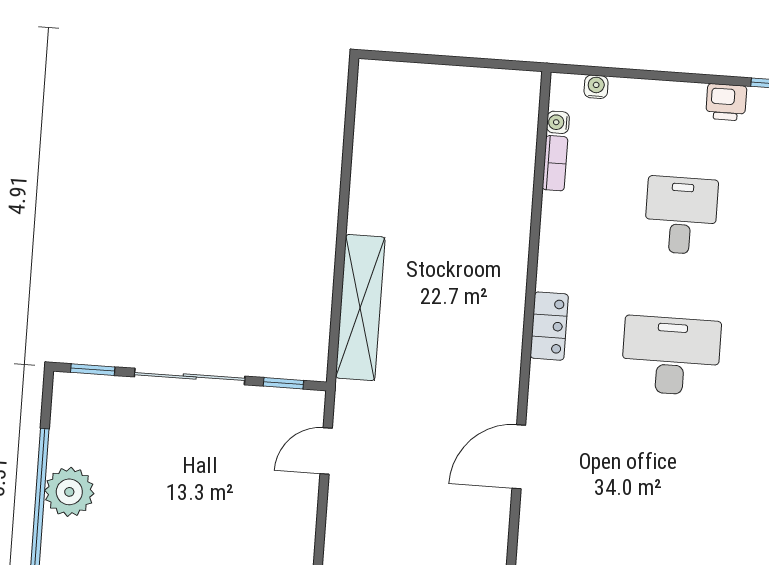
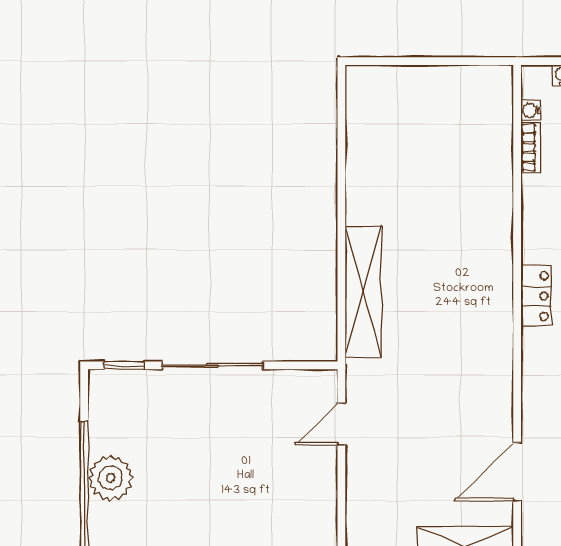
window: (283, 383) -> (298, 365), removed
door: (519, 457) -> (517, 472), moved

